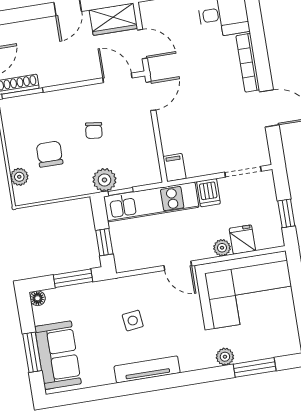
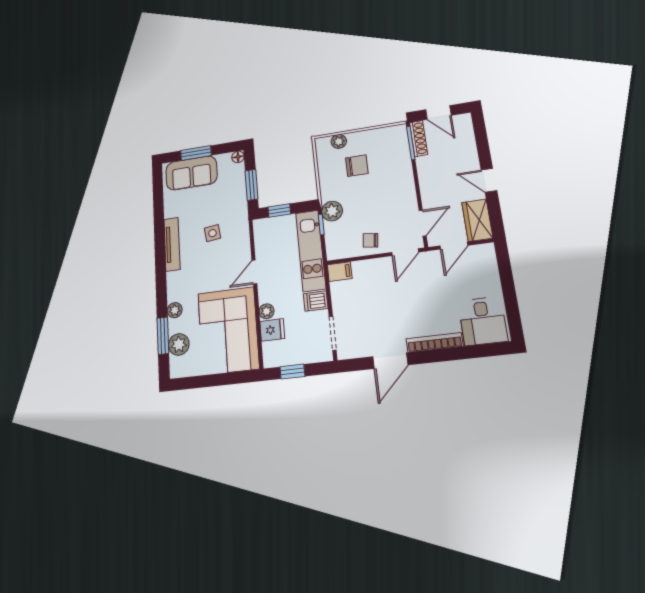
door: (151, 96) -> (405, 252), hinge flipped
chair: (94, 130) -> (371, 240), moved
plant: (264, 347) -> (179, 344), added

